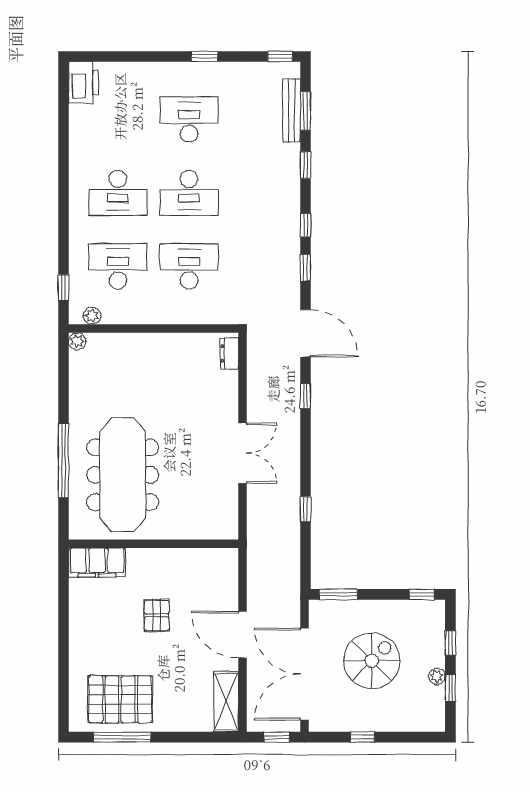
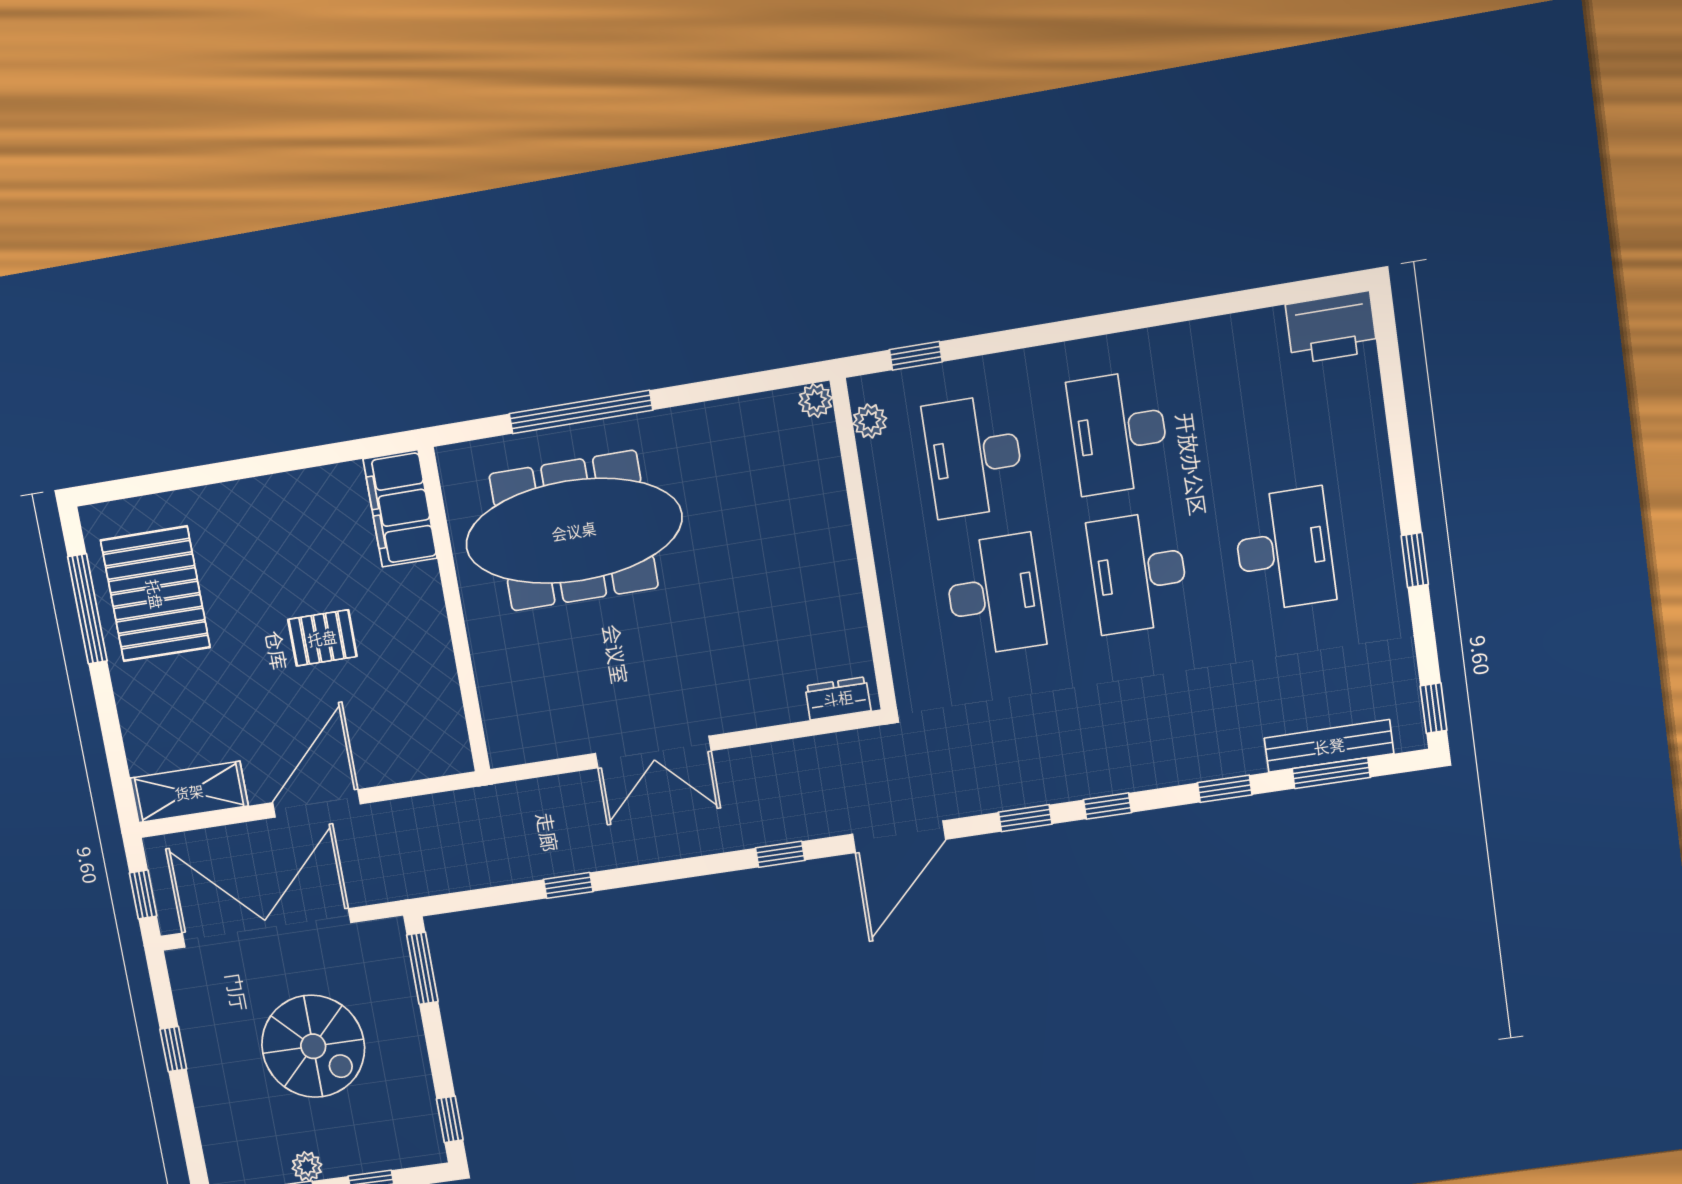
desk: (118, 266) -> (974, 456), turned 180

